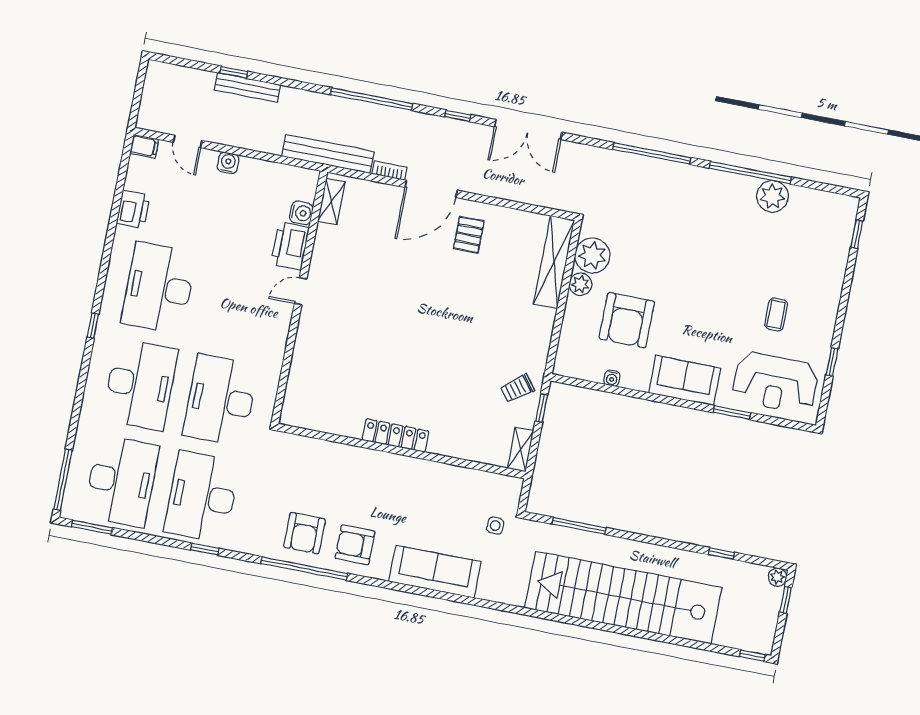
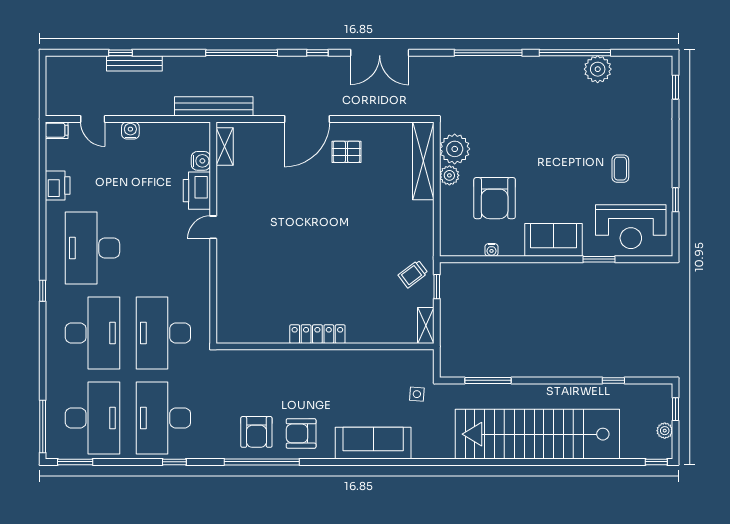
bookcase: (390, 171) -> (269, 110), removed
pallet: (469, 235) -> (346, 152), turned 90
plant: (777, 577) -> (665, 431), moved

